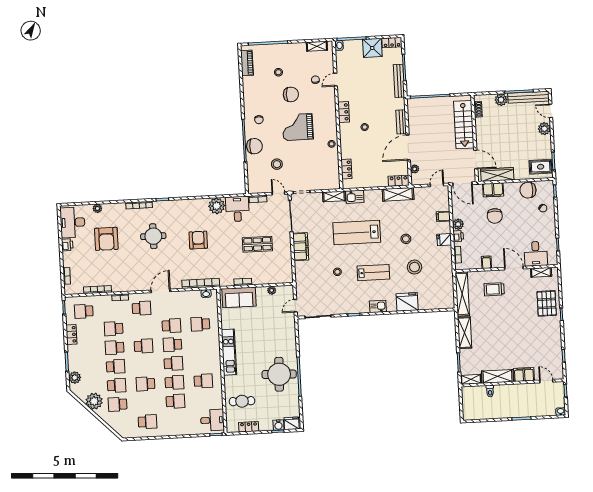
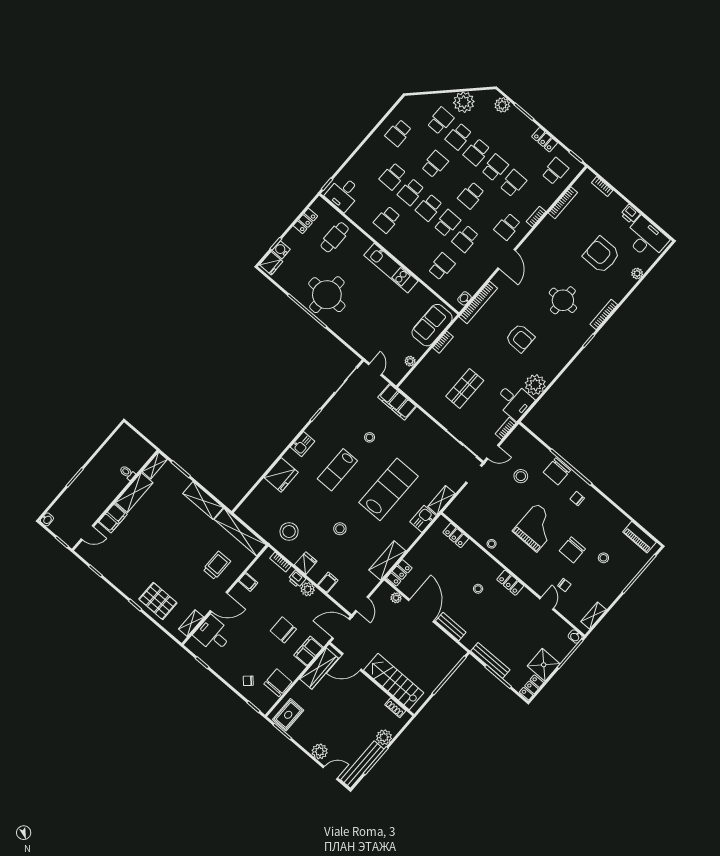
filing cabinet: (301, 247) -> (397, 402), moved
stool: (414, 267) -> (289, 532), moved

